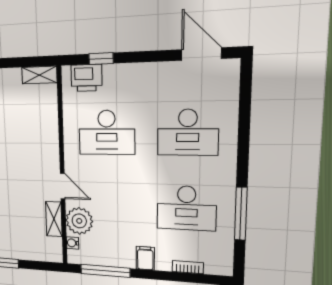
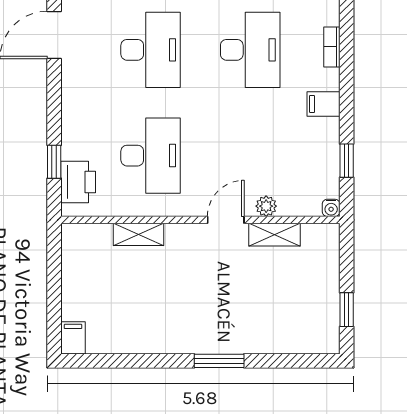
shelving: (39, 75) -> (138, 234), moved, turned 90
plant: (79, 221) -> (266, 206), width x0.53, depth x0.53
water cooler: (72, 243) -> (331, 208), moved
window: (105, 271) -> (347, 161), width x0.46

